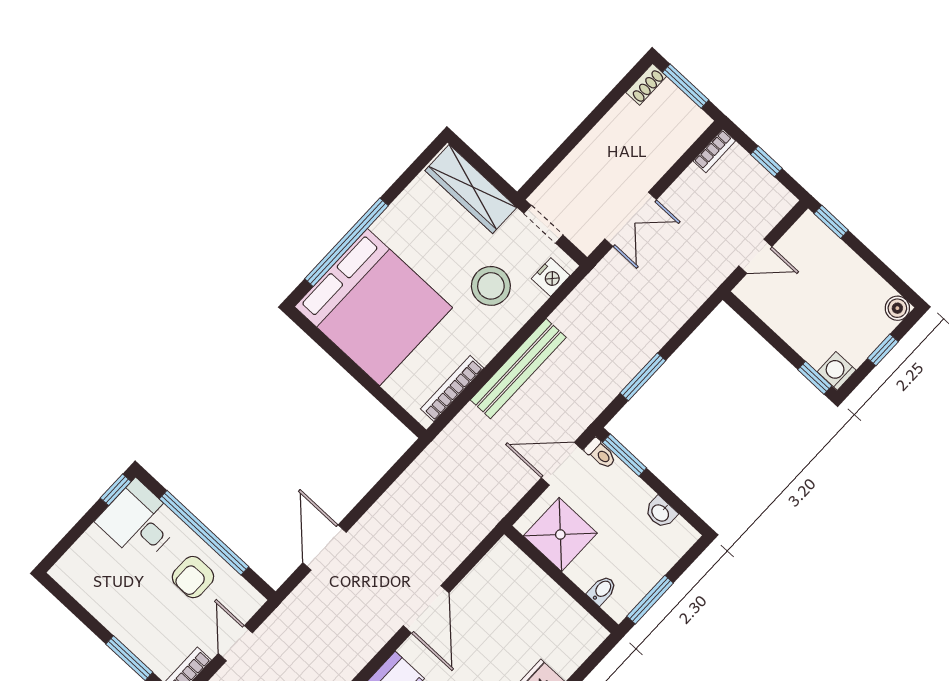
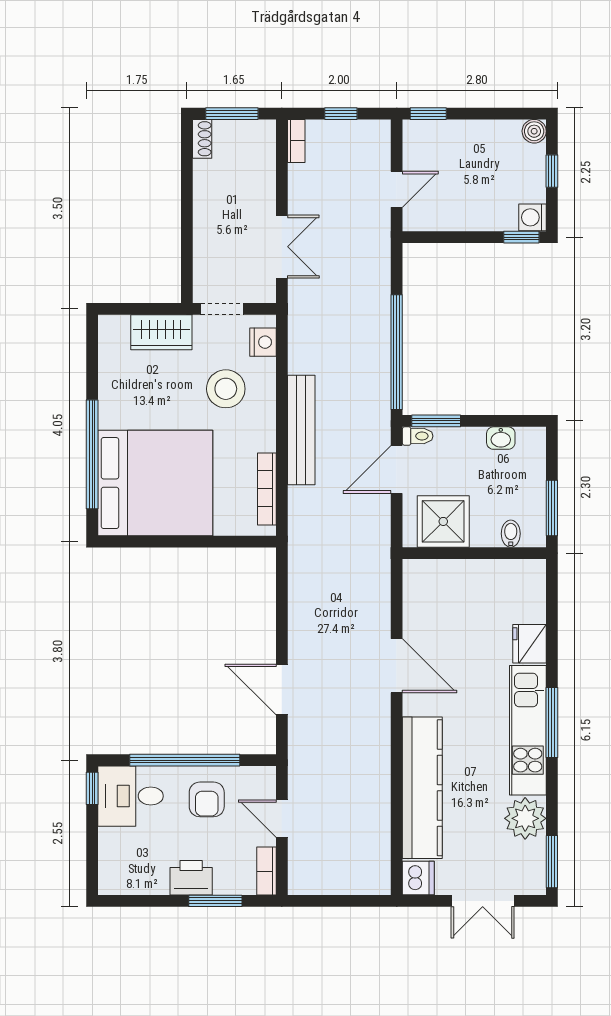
wardrobe: (471, 189) -> (161, 332), width x0.67
window: (643, 377) -> (397, 352), width x2.11
printer: (127, 624) -> (191, 878), added

